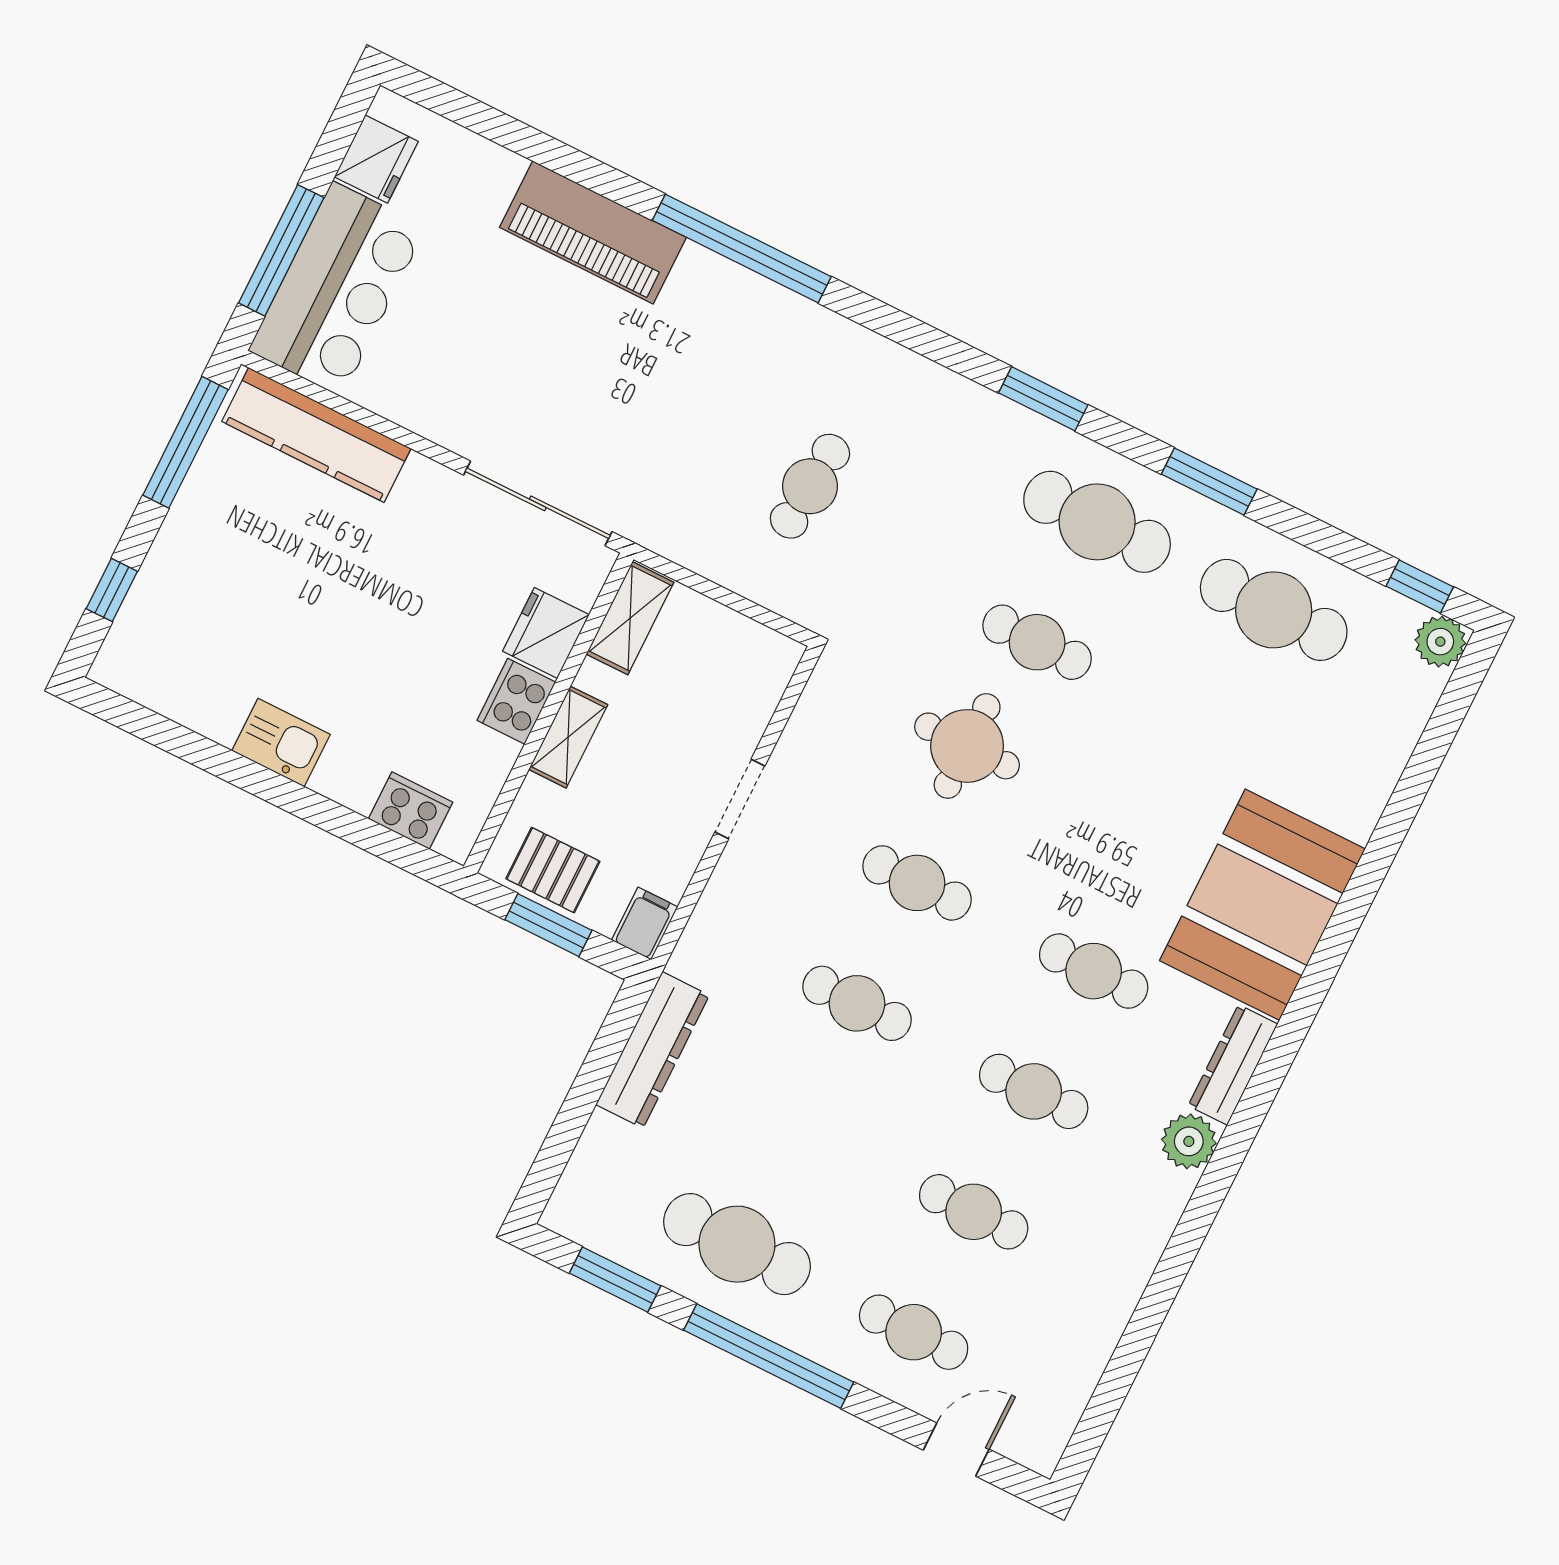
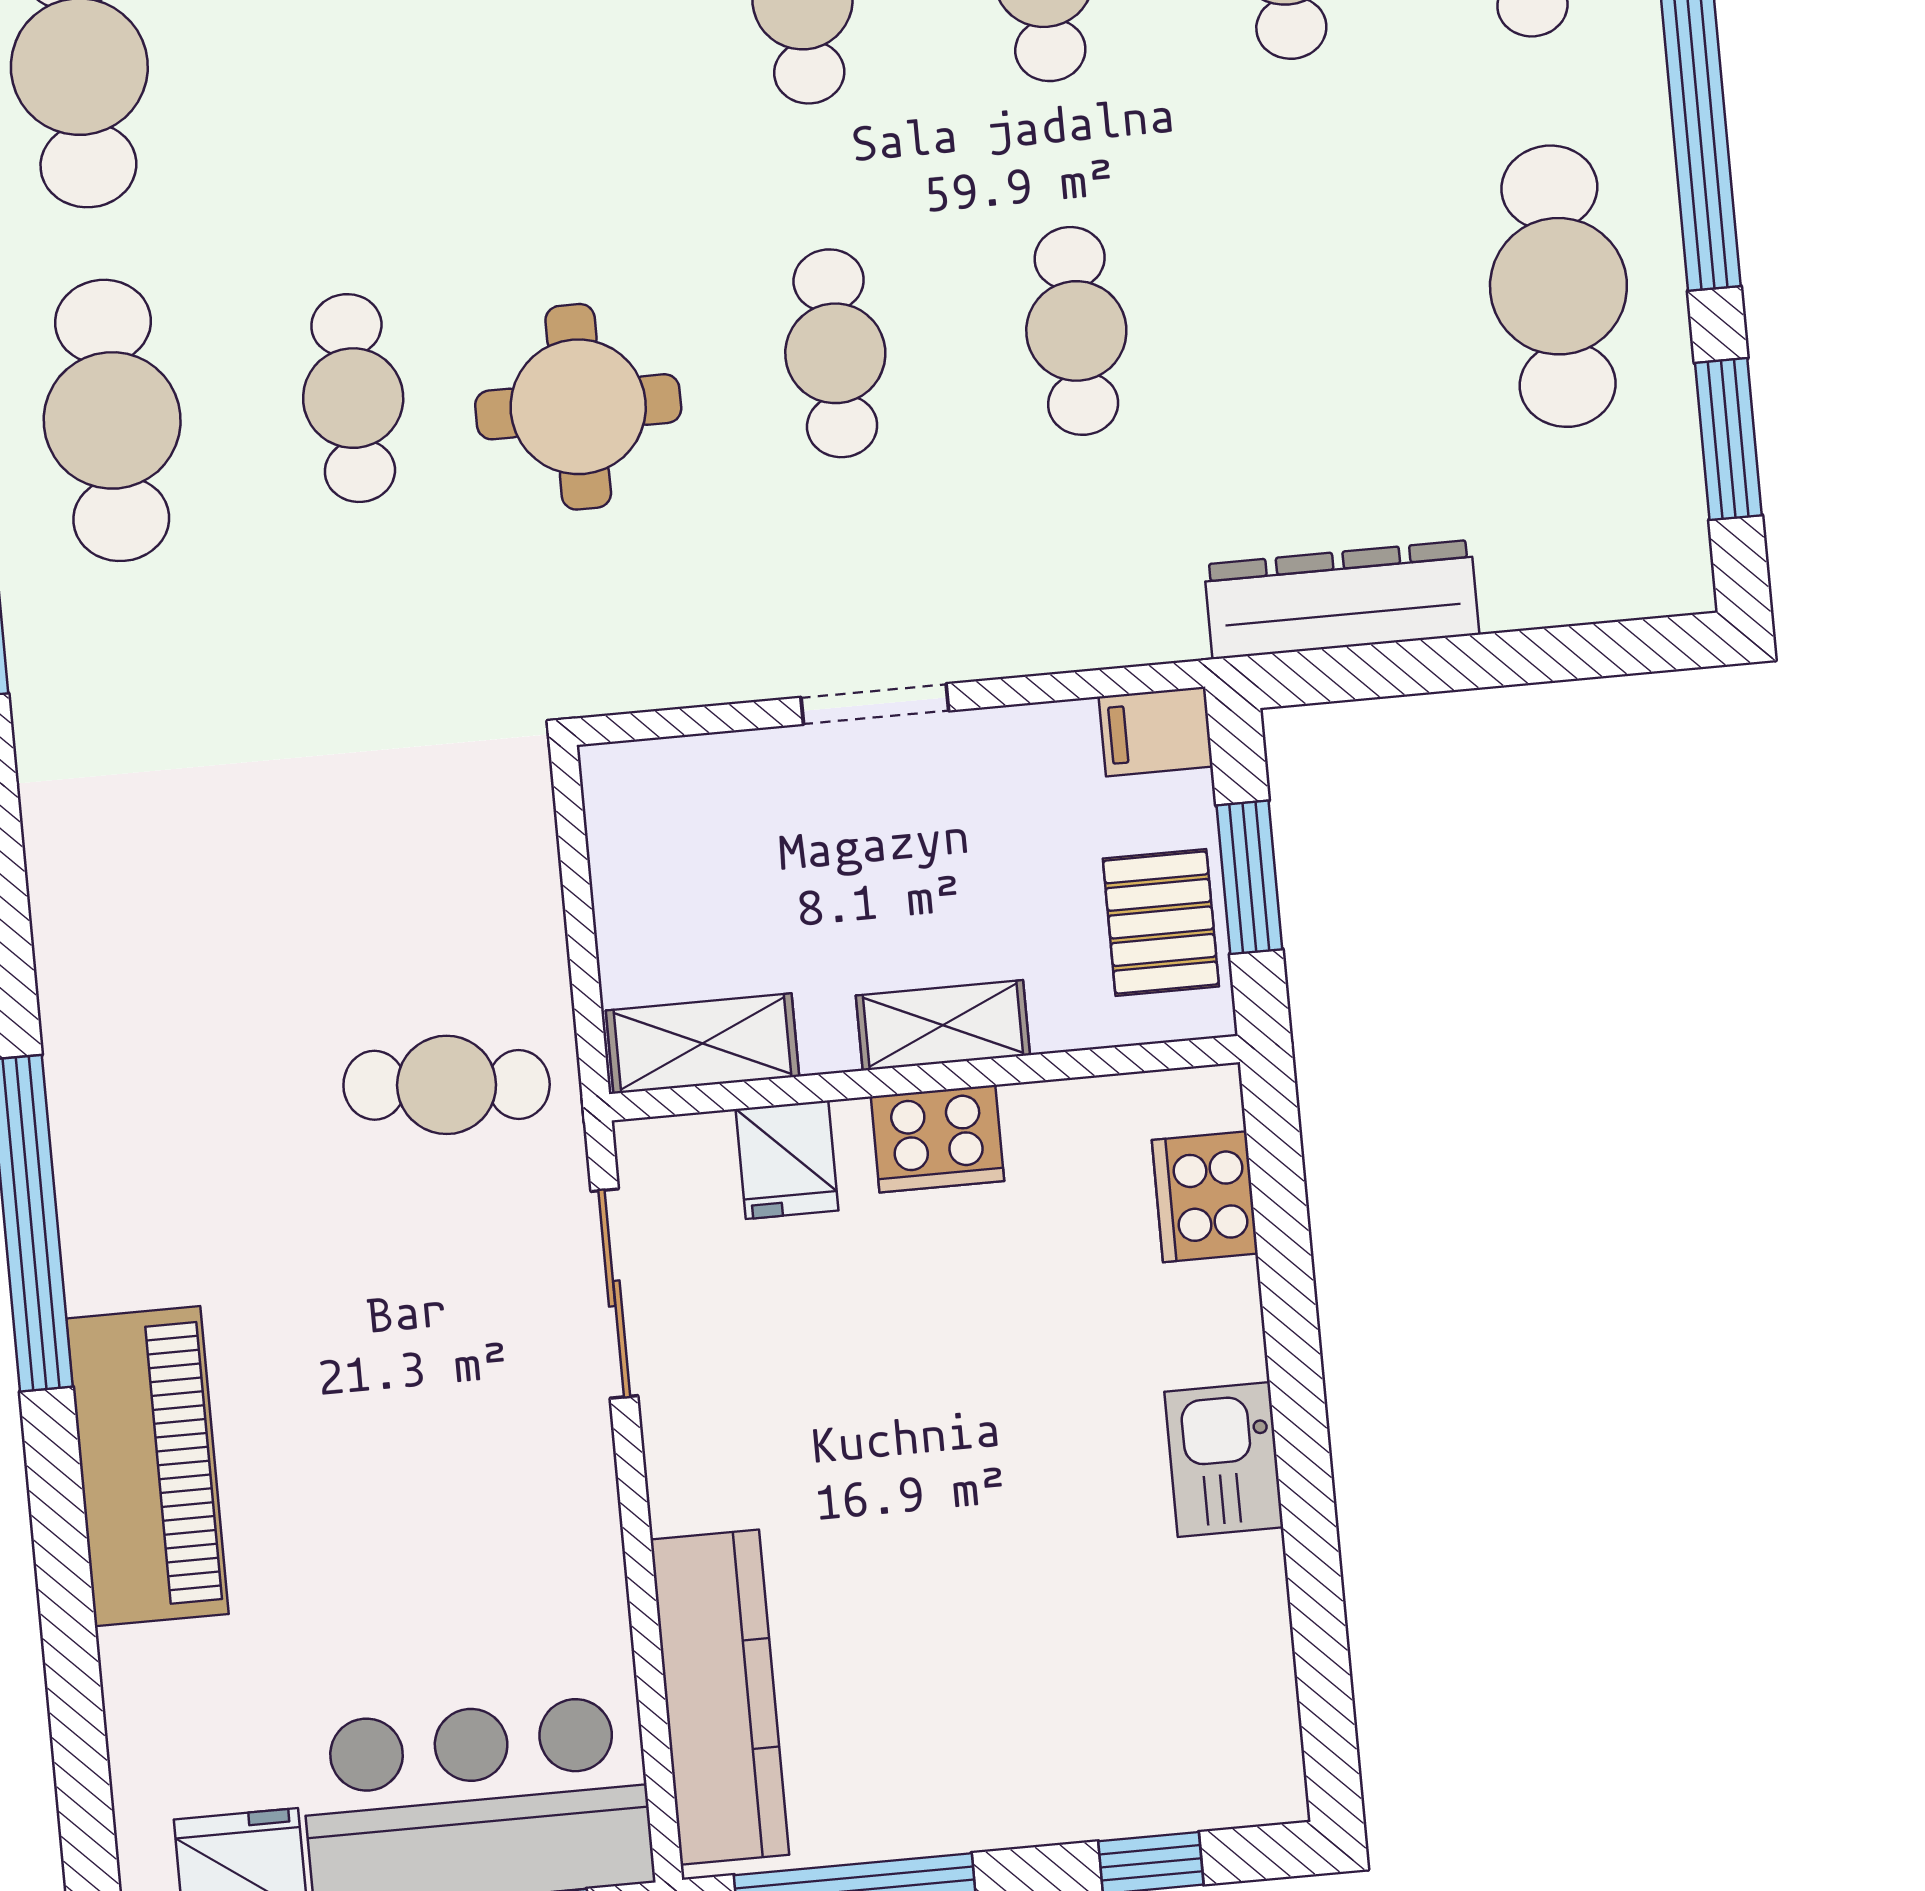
cafe table: (810, 486) -> (447, 1085), moved
sliding door: (538, 503) -> (614, 1294), width x0.73
fridge: (546, 633) -> (787, 1160), width x0.72

